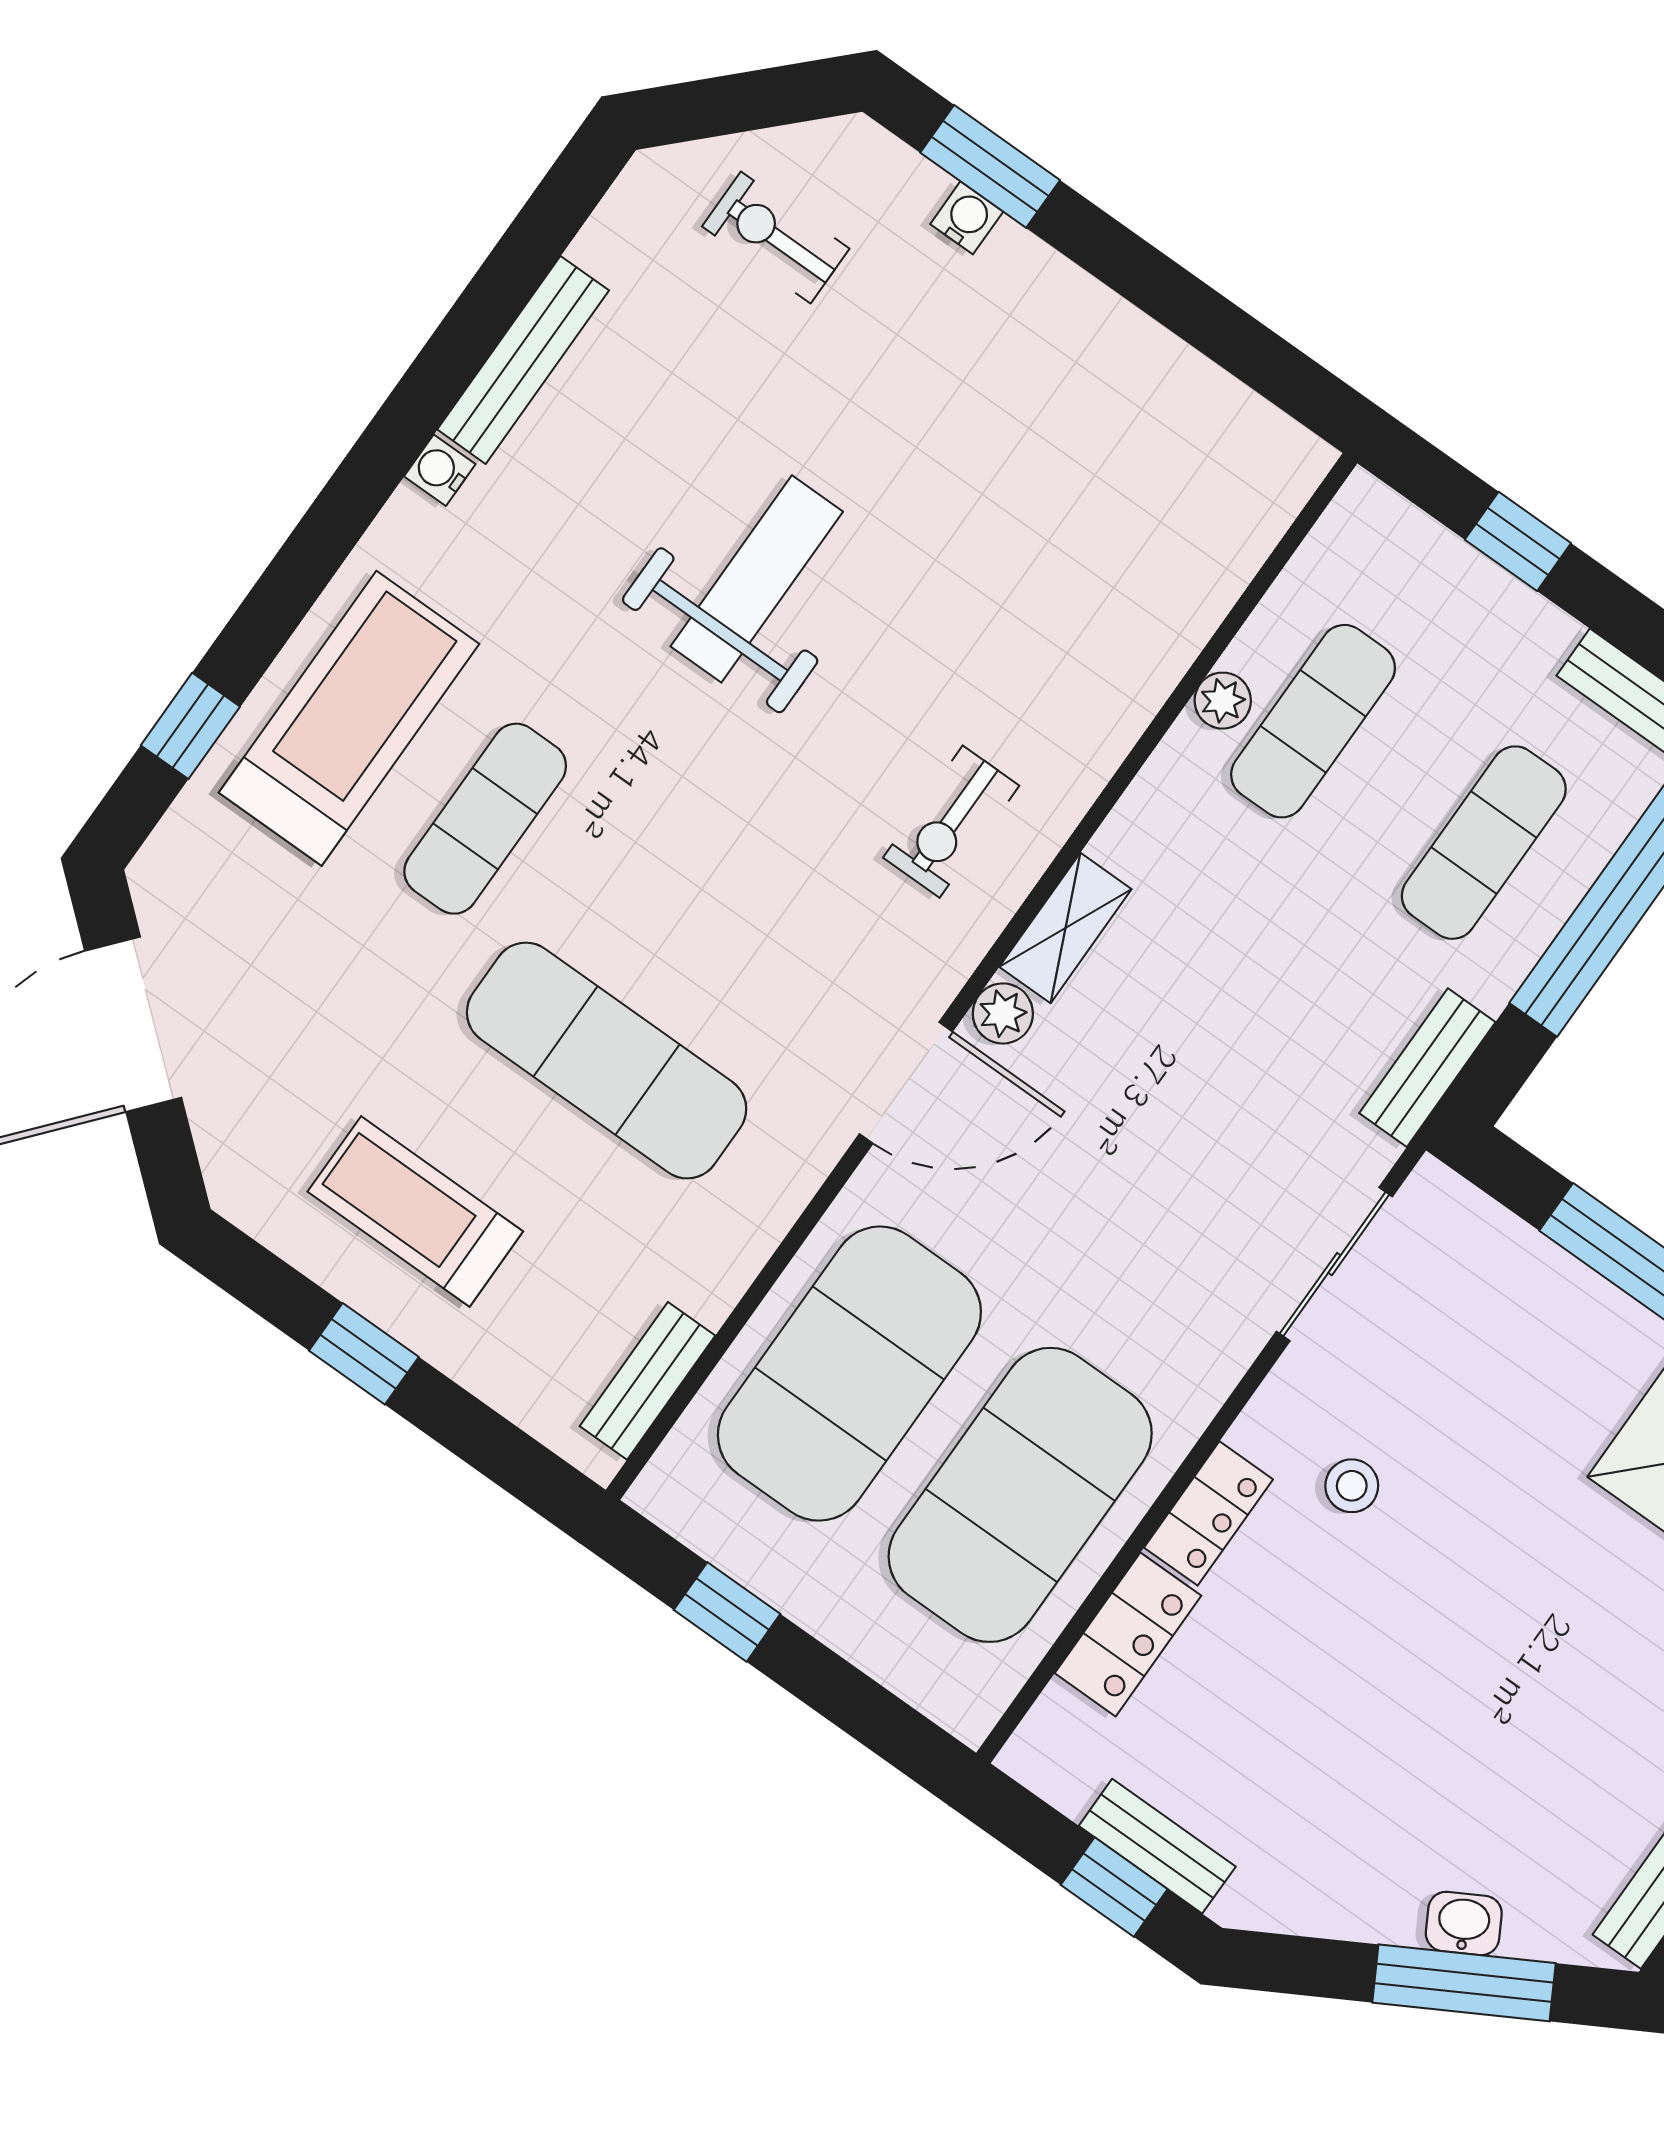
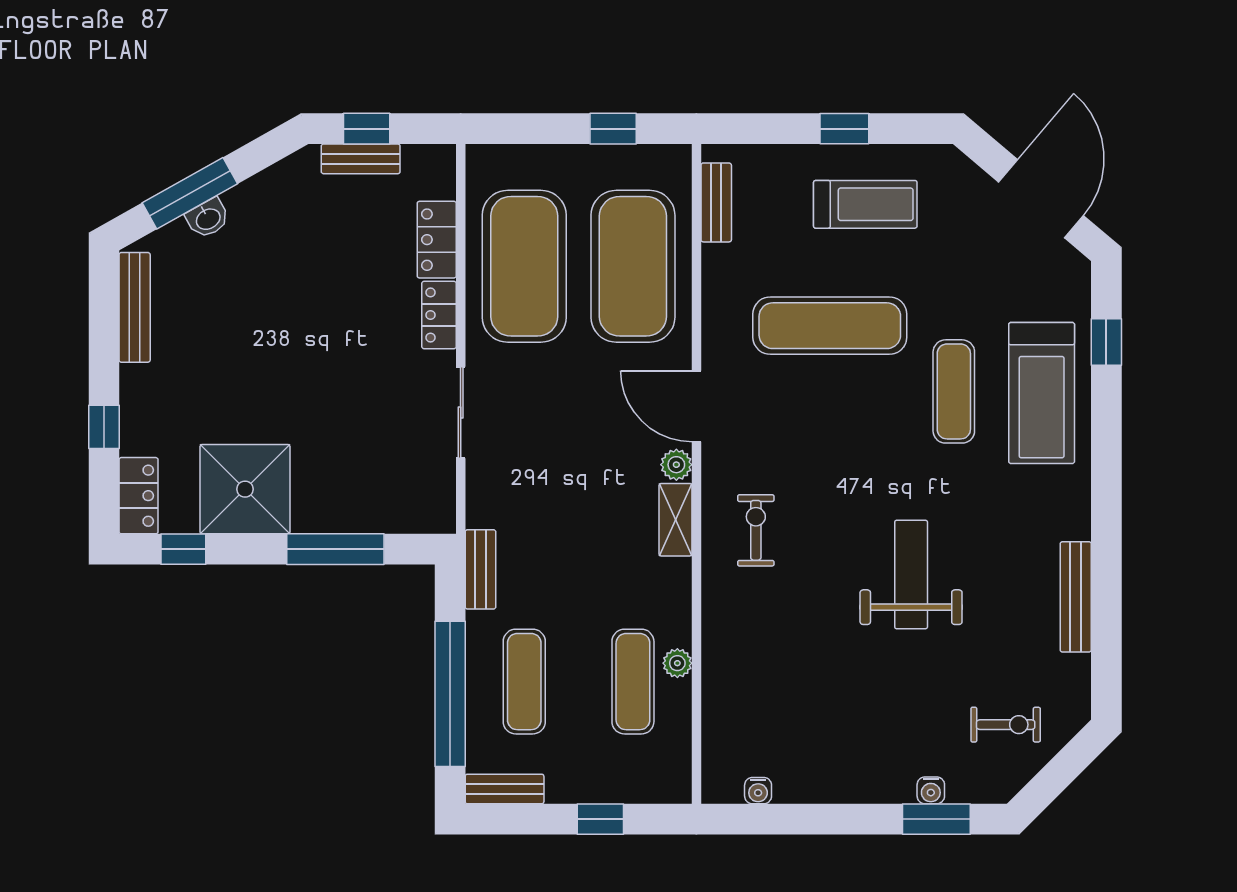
water cooler: (440, 470) -> (758, 791), moved, turned 90
weight bench: (757, 579) -> (911, 574), turned 180
door: (906, 1083) -> (696, 406), hinge flipped
sliding door: (1334, 1264) -> (461, 413), moved
stool: (1352, 1486) -> (387, 370), removed

